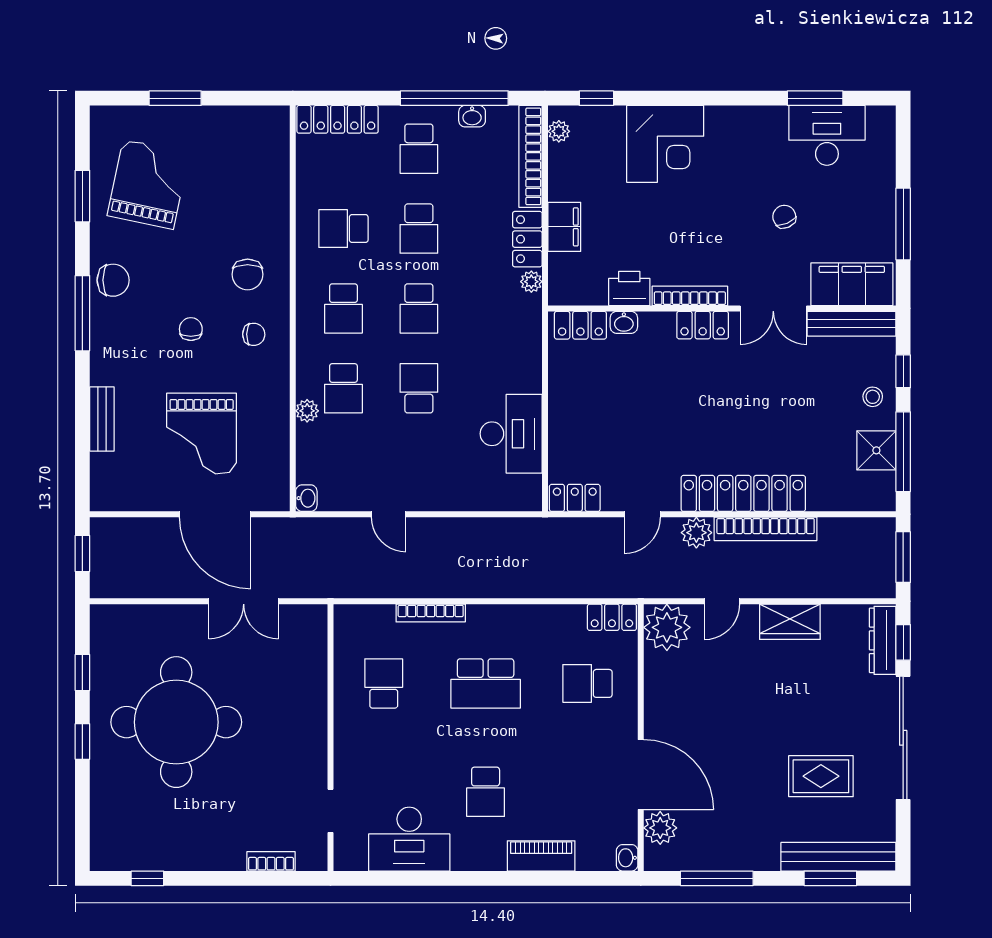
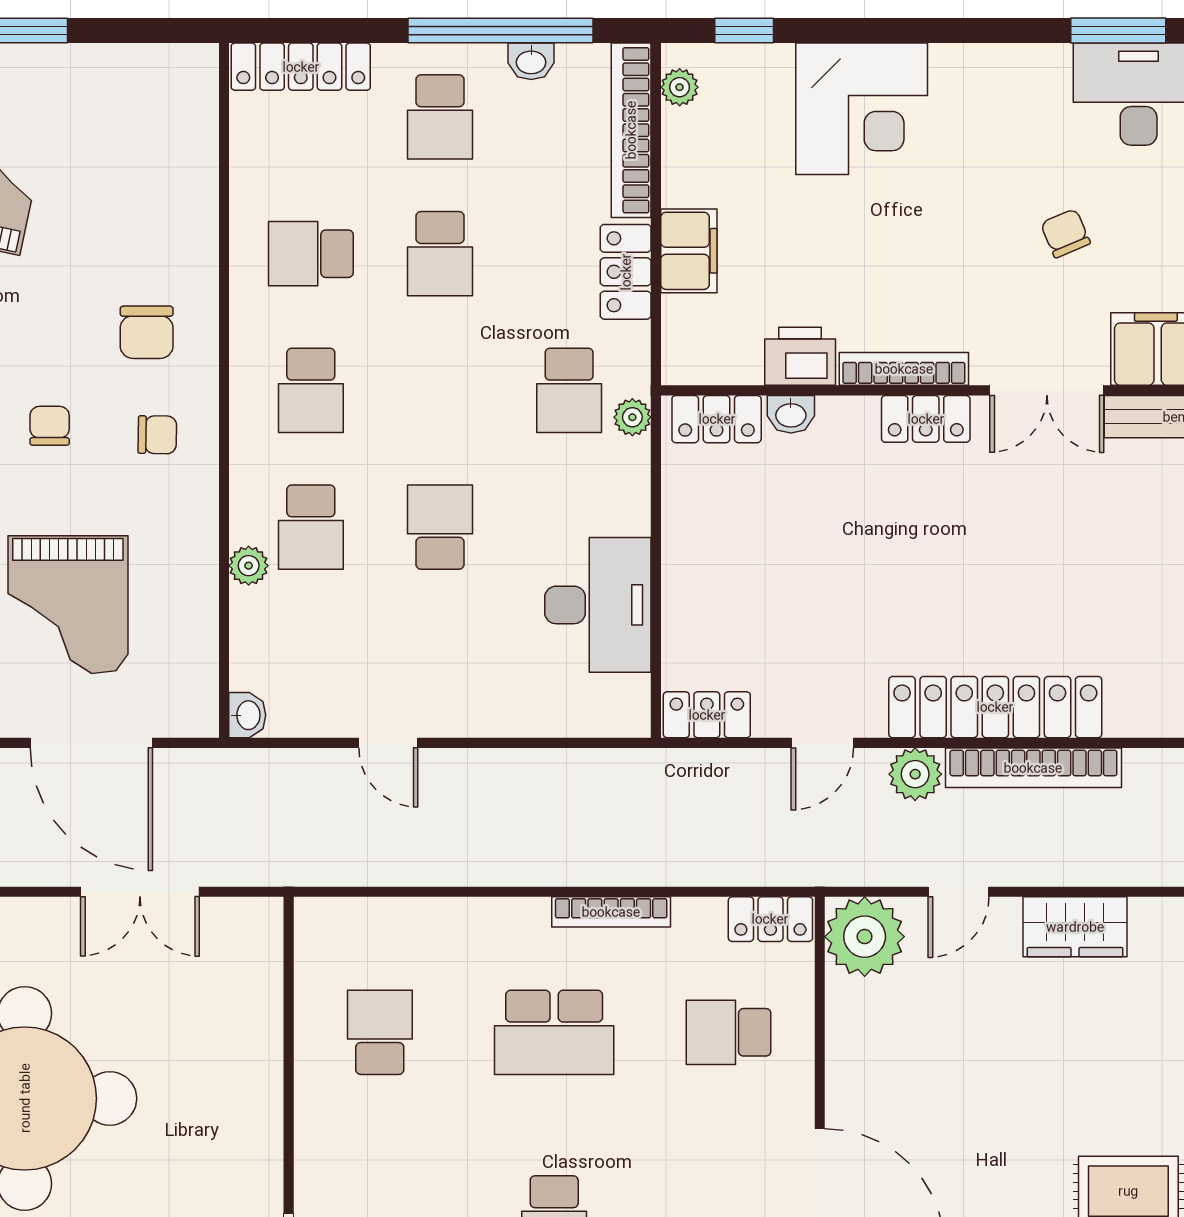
plant: (531, 282) -> (632, 417), moved
school desk: (419, 308) -> (569, 390), moved
bookcase: (431, 613) -> (611, 912), moved

